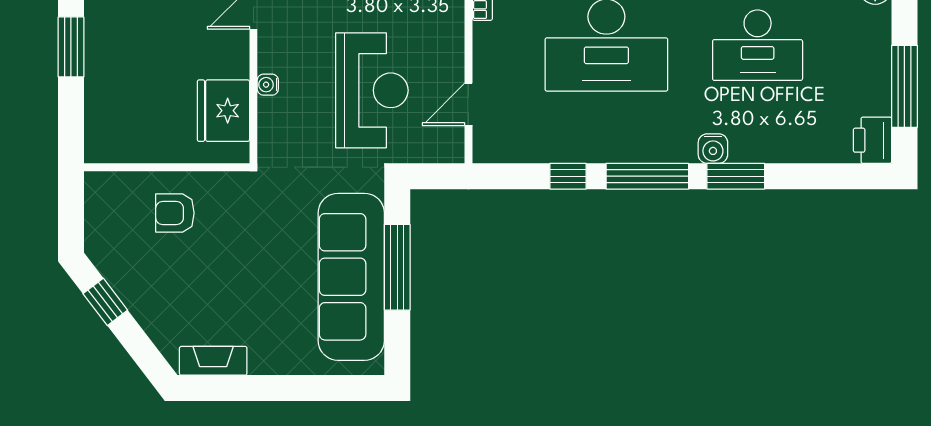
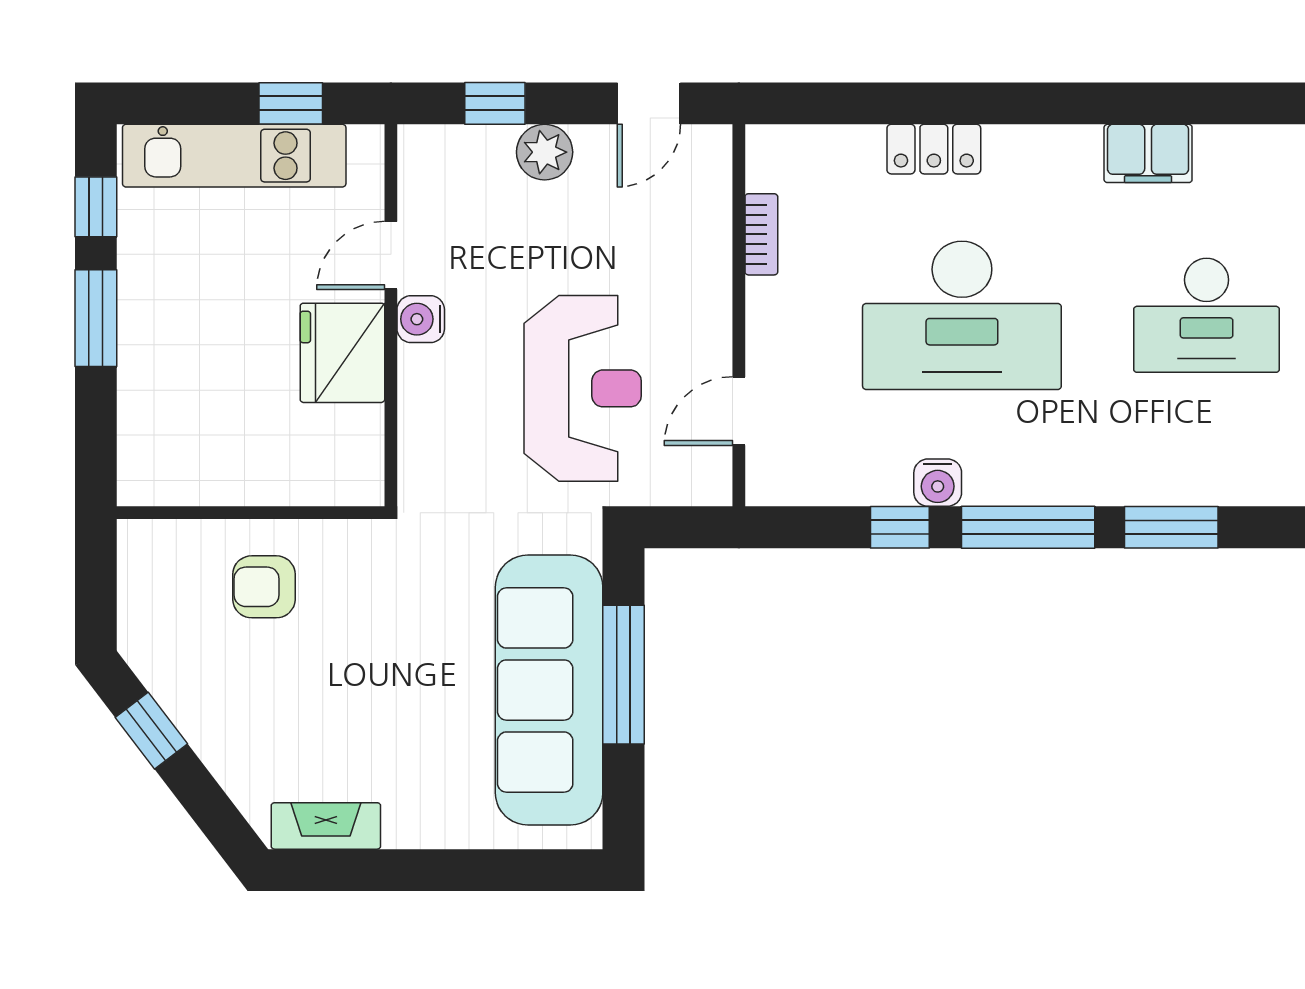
water cooler: (268, 85) -> (421, 319), moved, width x1.38, depth x1.38
fridge: (223, 111) -> (342, 353), moved
water cooler: (713, 149) -> (938, 483), moved

